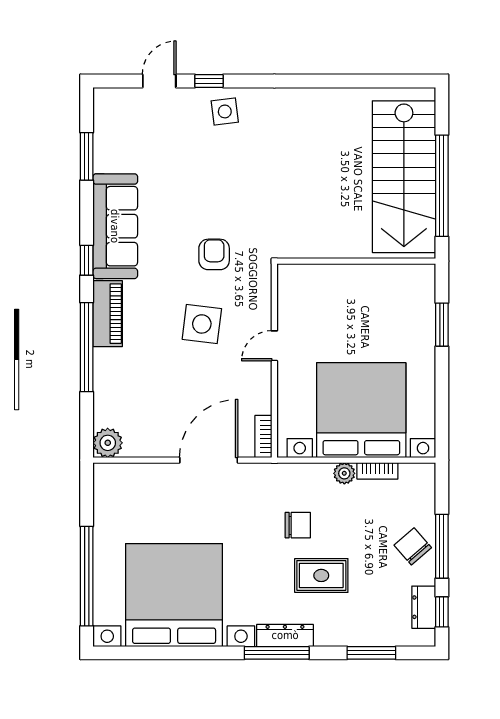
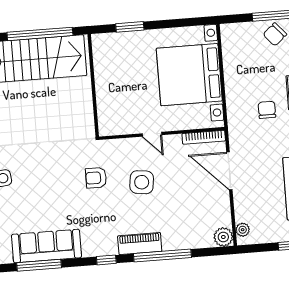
window: (87, 156) -> (39, 265), width x1.44
sofa: (115, 226) -> (46, 246), moved
bookcase: (263, 437) -> (204, 137), width x1.56
bookcase: (377, 471) -> (228, 61), removed
plant: (344, 473) -> (243, 230), moved

